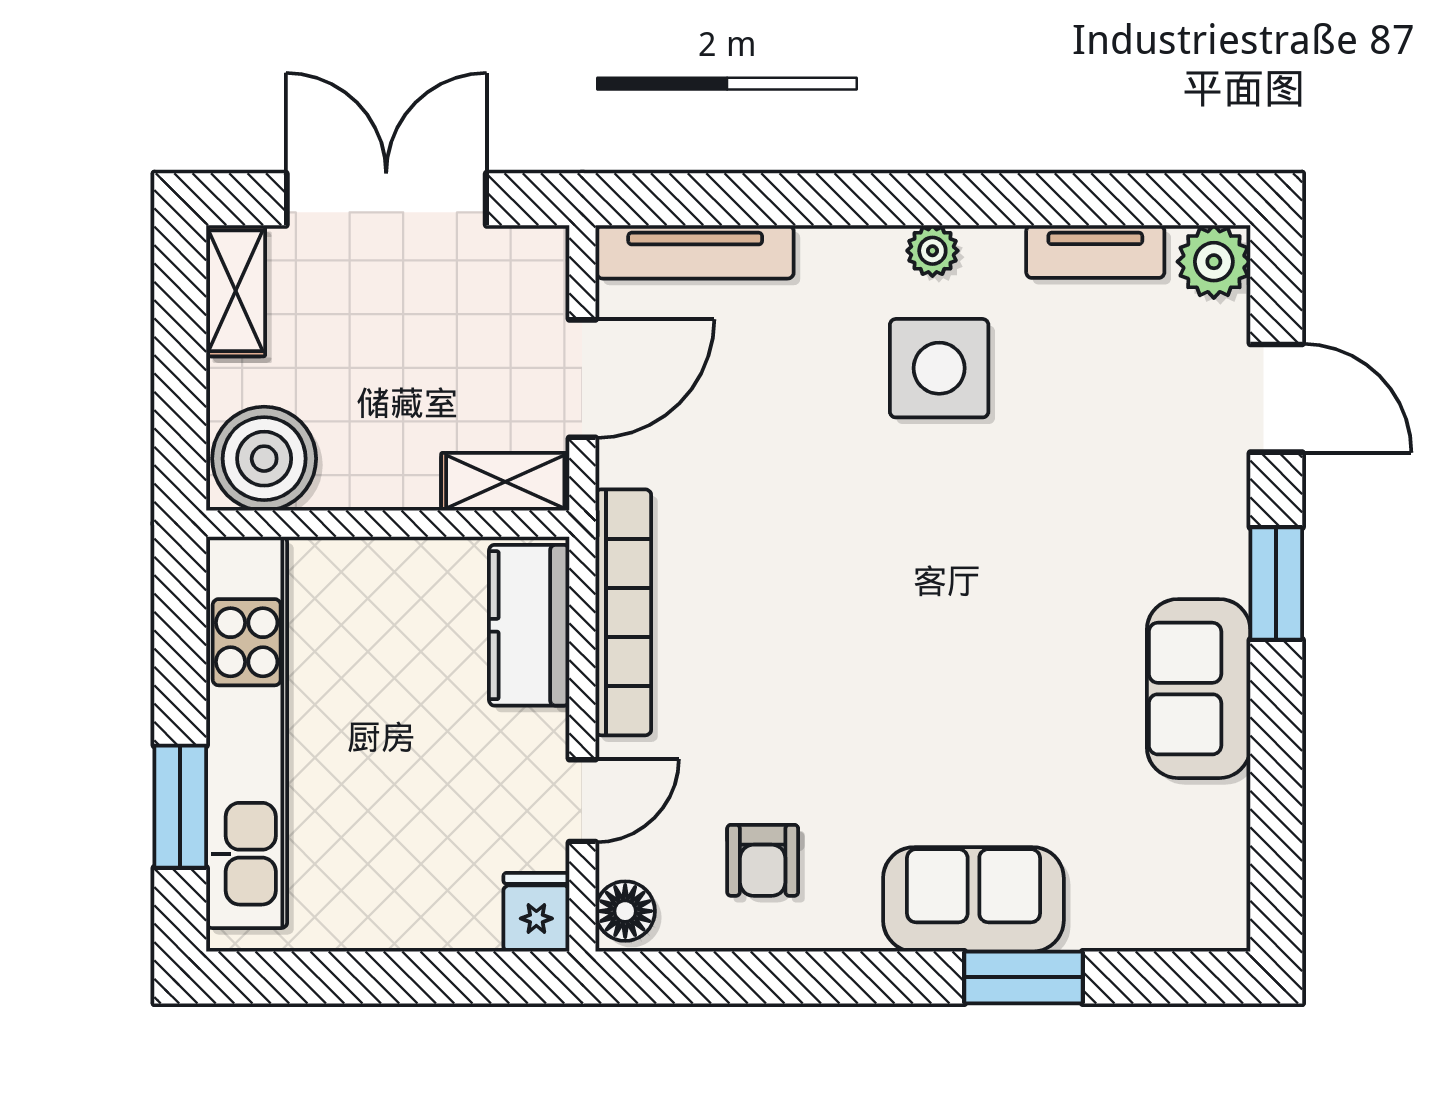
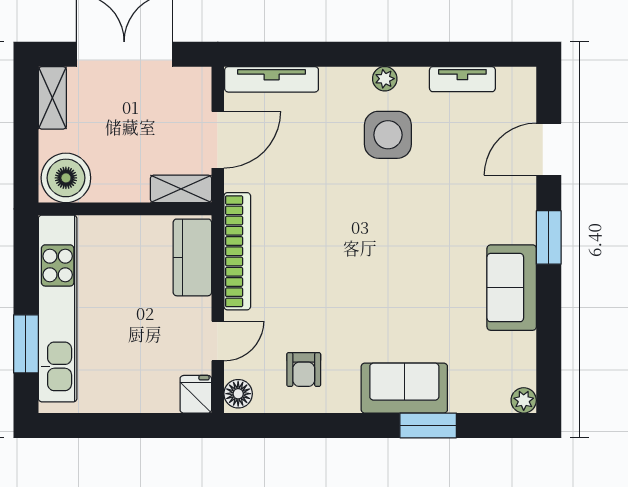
plant: (1214, 262) -> (524, 400), moved, width x0.73, depth x0.73
door: (1276, 398) -> (549, 149), swing flipped

